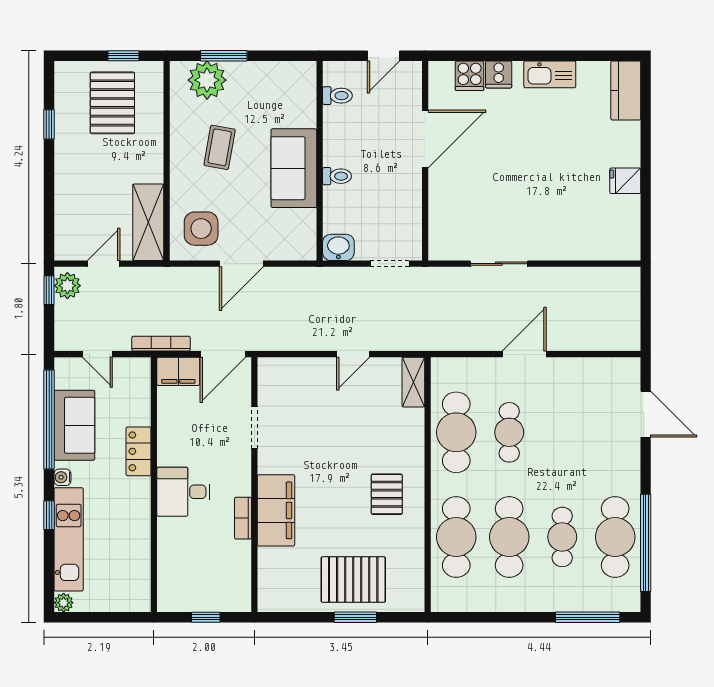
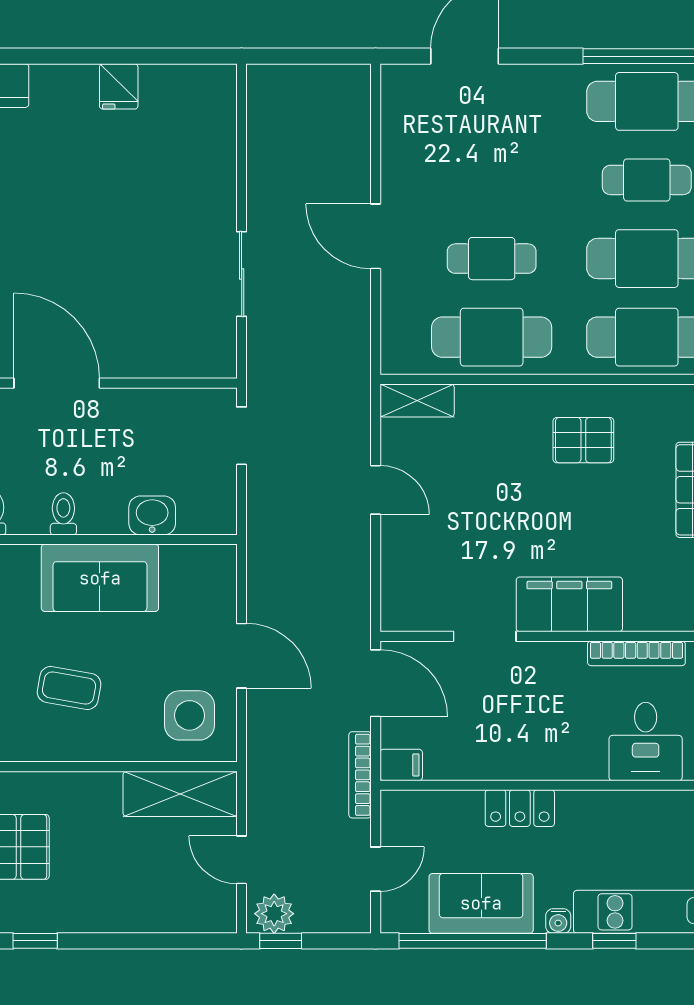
toilet: (337, 176) -> (63, 514), moved
washbasin: (338, 247) -> (152, 515), moved, turned 90
filing cabinet: (178, 371) -> (401, 765), width x0.50
desk: (183, 492) -> (646, 742), moved
filing cabinet: (276, 510) -> (569, 604), moved
bookcase: (243, 518) -> (636, 653), width x1.56

